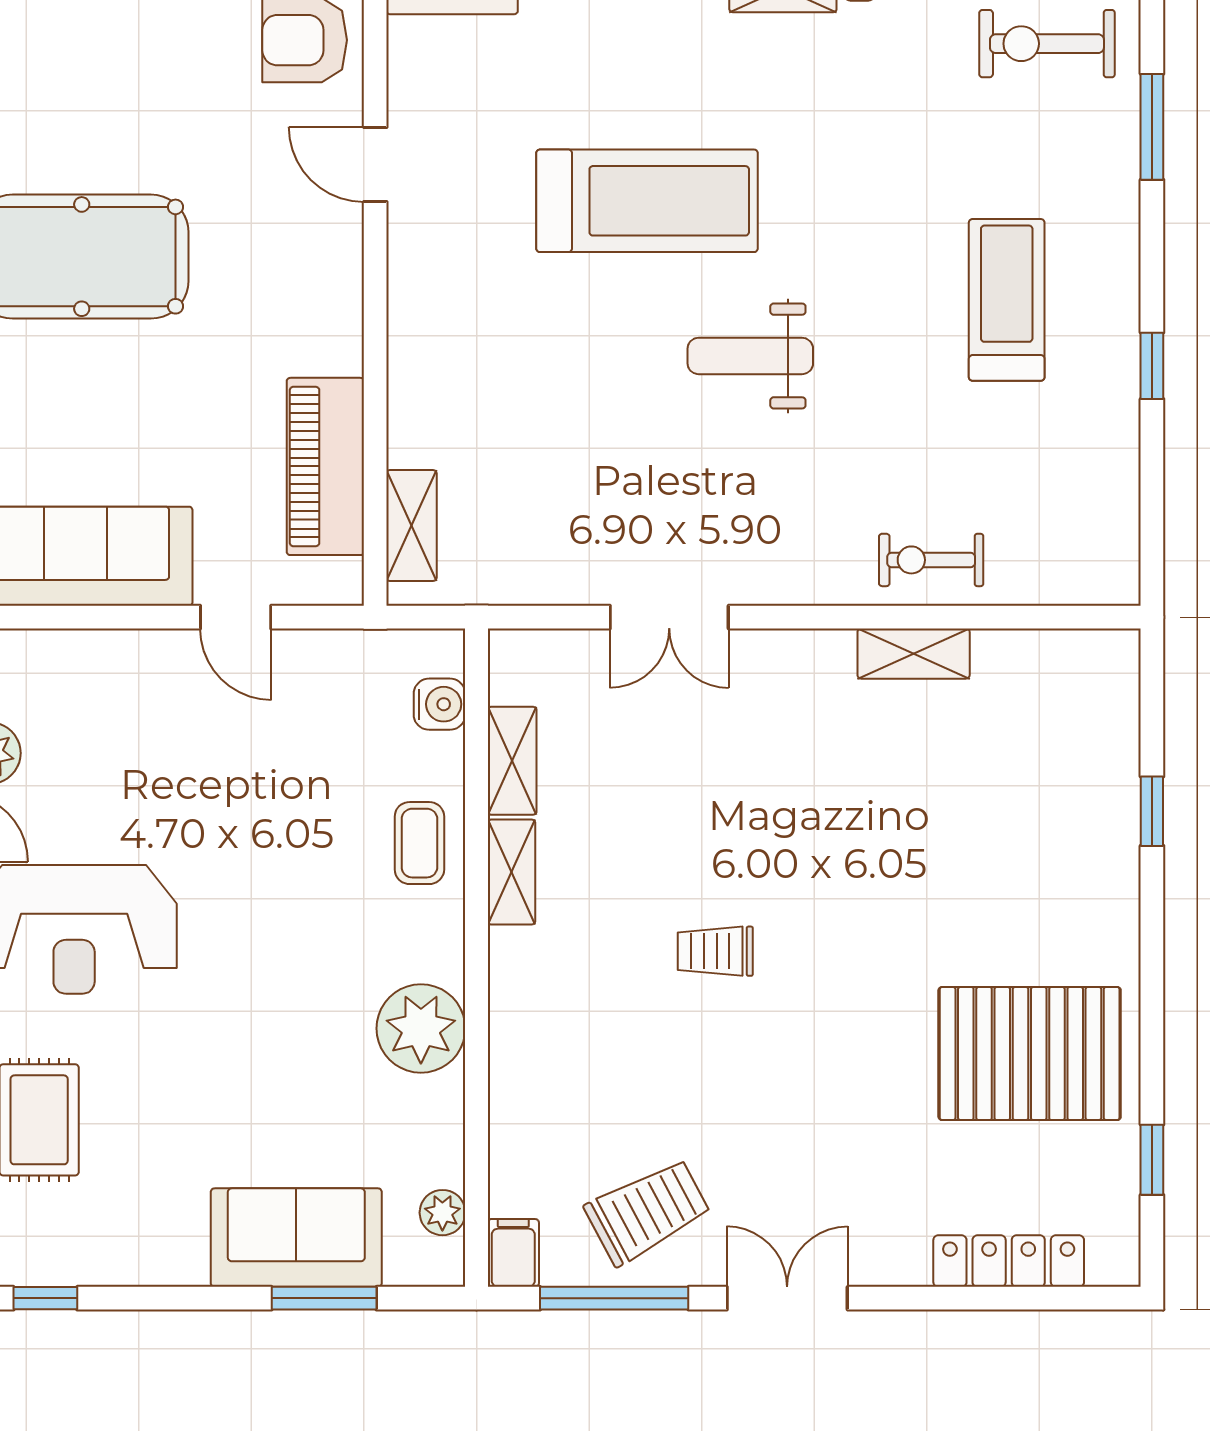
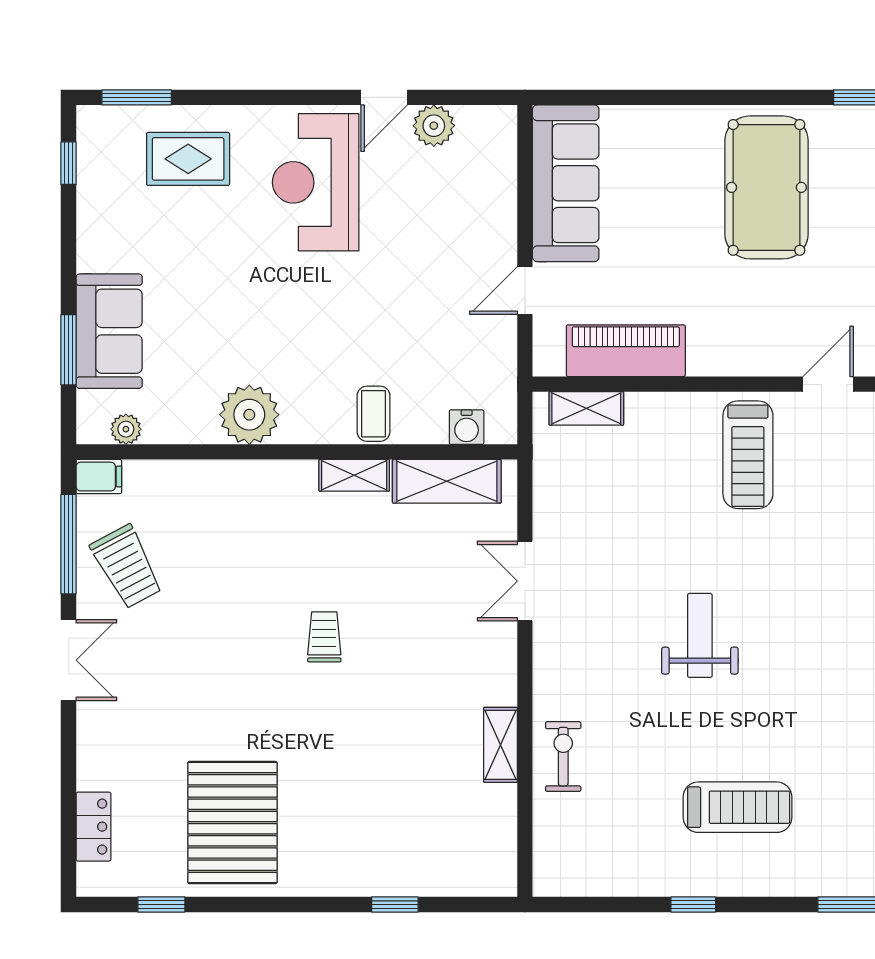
treadmill: (647, 201) -> (748, 455), moved, width x0.73, depth x0.73
shelving: (512, 761) -> (447, 481), width x1.50, depth x1.33
coffee table: (419, 843) -> (374, 414), turned 90
trolley: (715, 951) -> (324, 637), moved
locker: (1009, 1261) -> (93, 827), width x0.66

